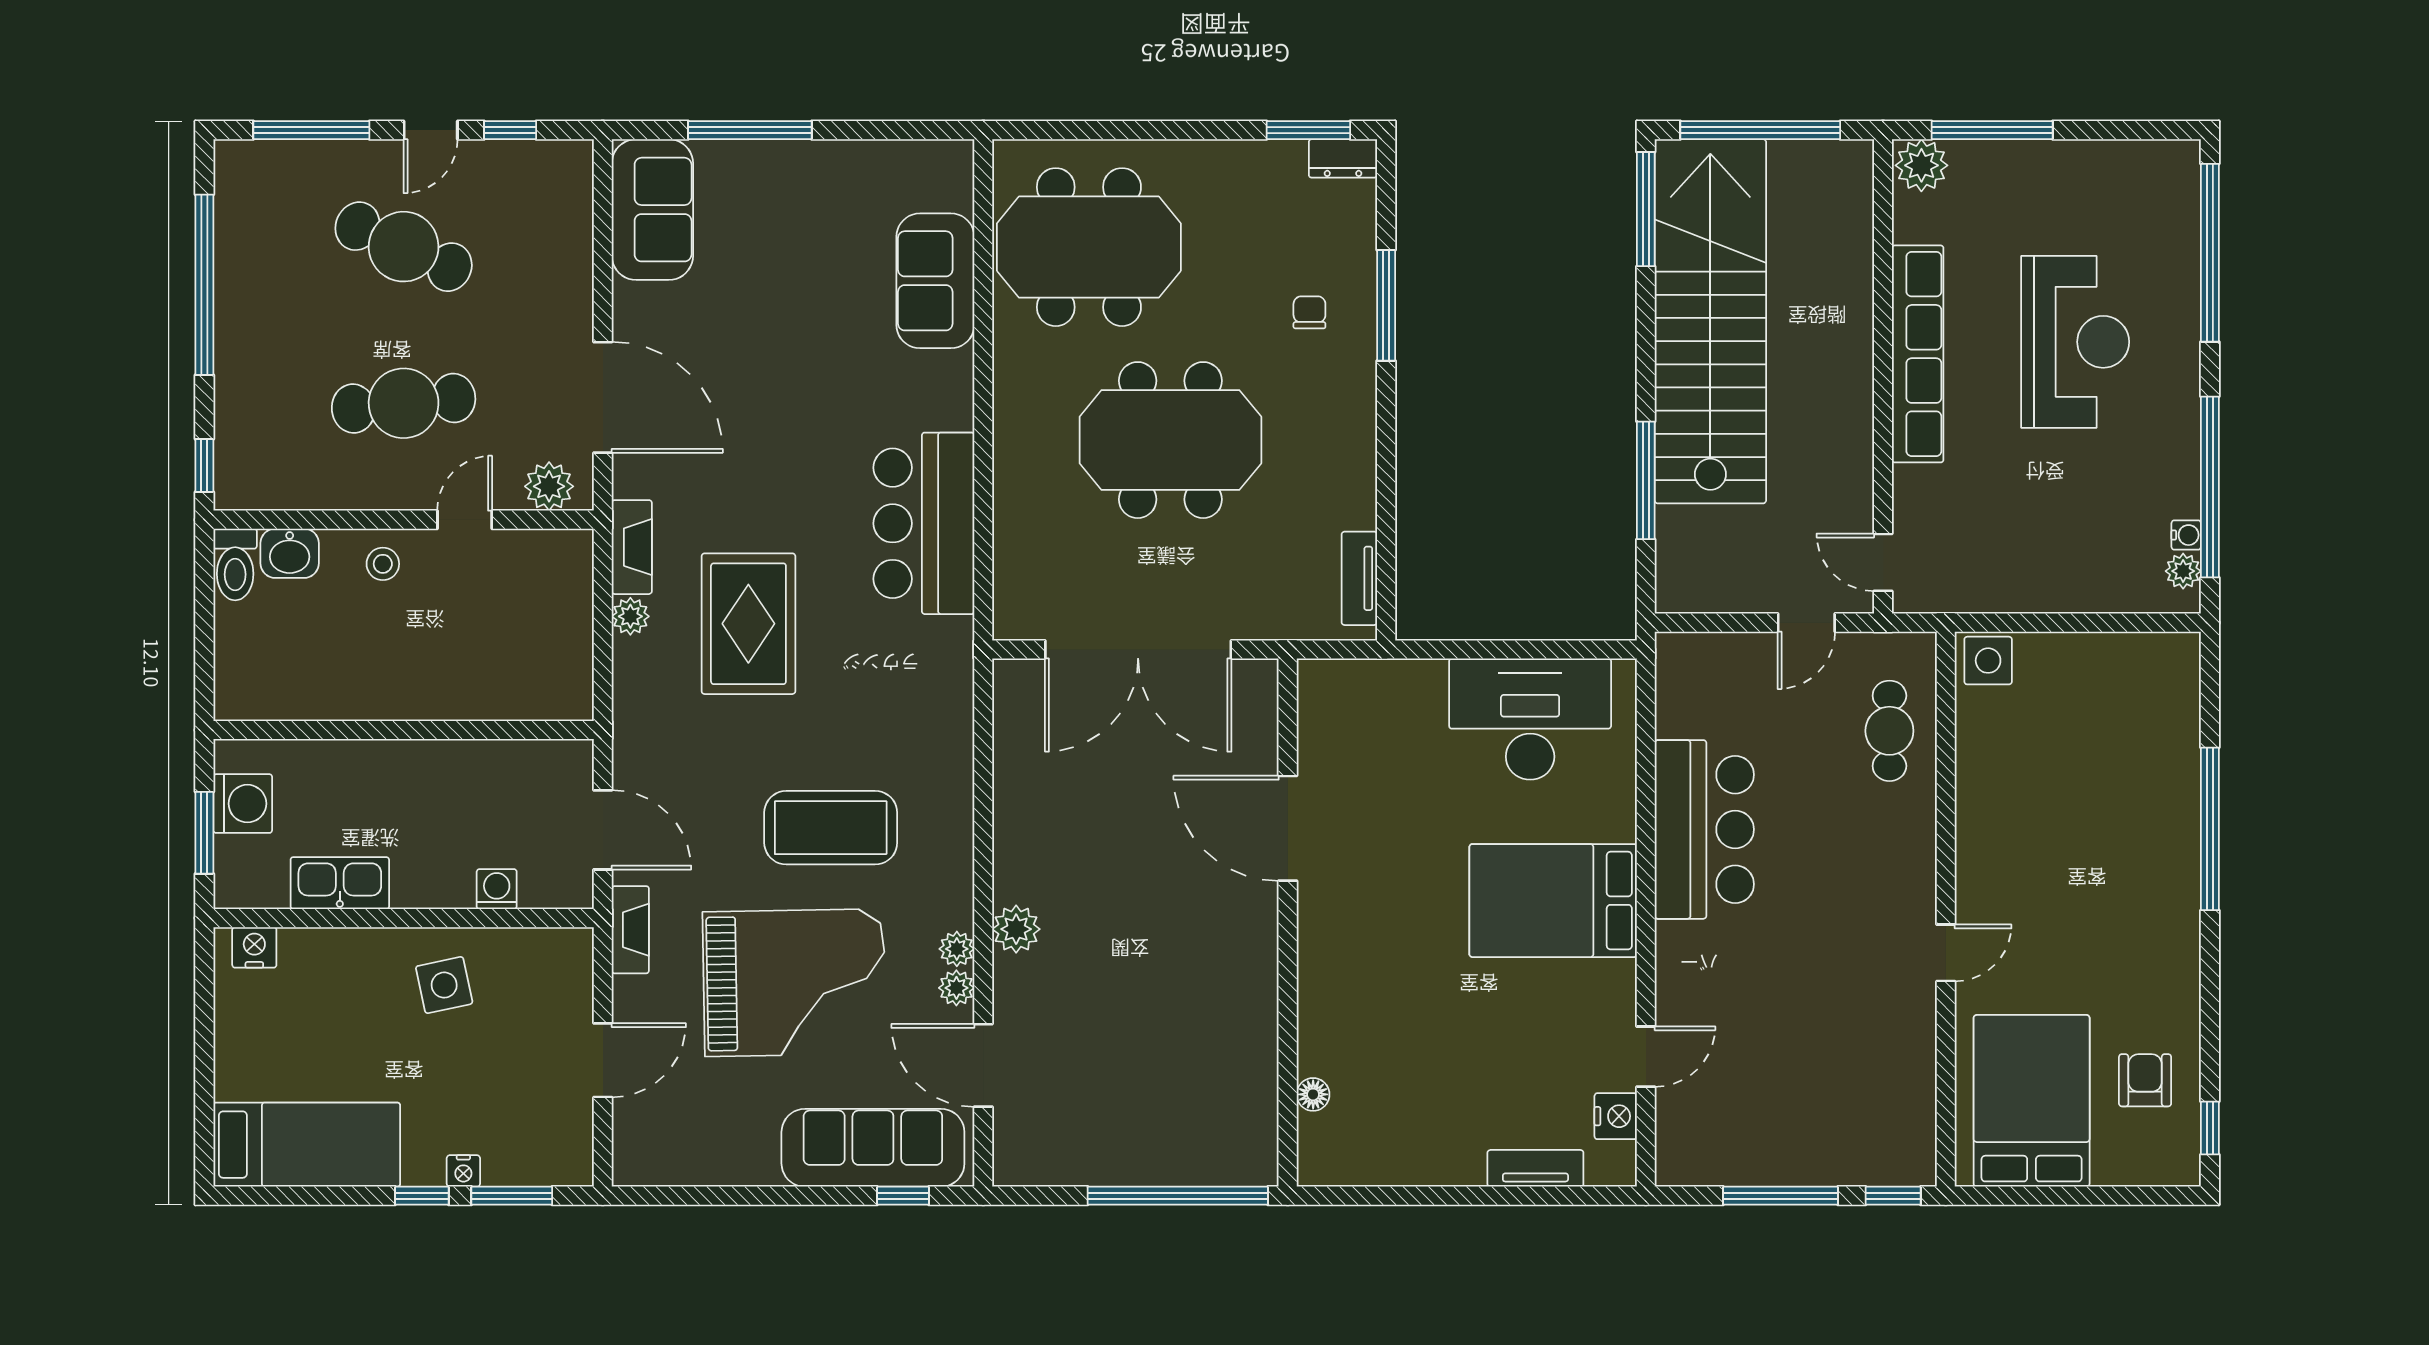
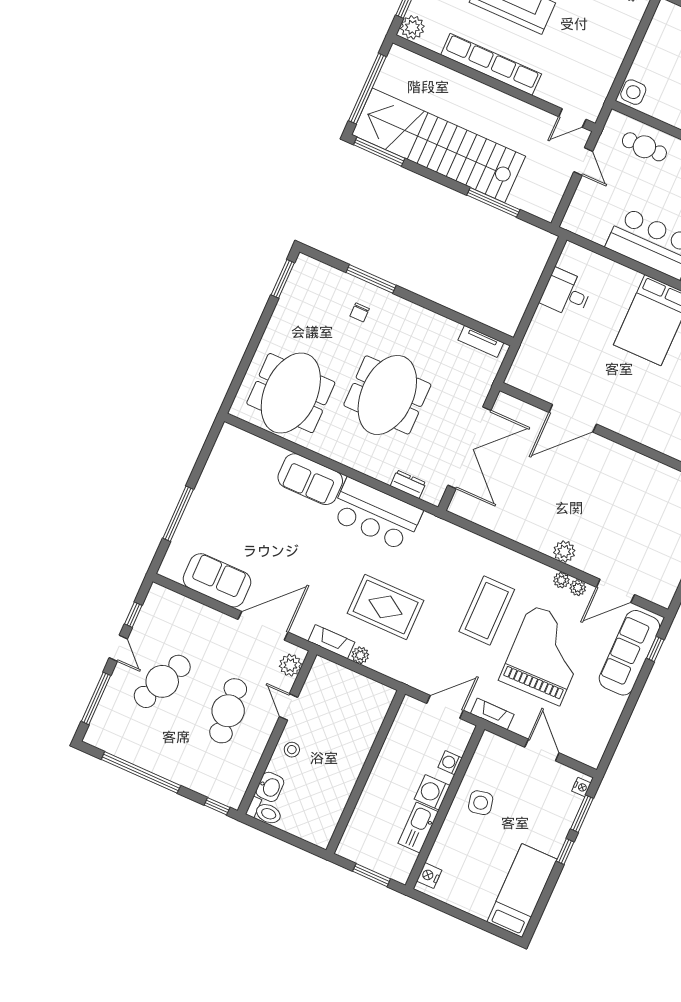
dresser: (1343, 158) -> (408, 484), moved, turned -90
sofa: (652, 210) -> (217, 580), moved
sofa: (935, 281) -> (310, 479), moved
chair: (1309, 312) -> (360, 312), turned -90
desk: (1530, 719) -> (566, 293), width x0.53, depth x0.77
washing machine: (243, 804) -> (432, 792), moved, turned -90
nightstand: (463, 1171) -> (581, 787), moved

